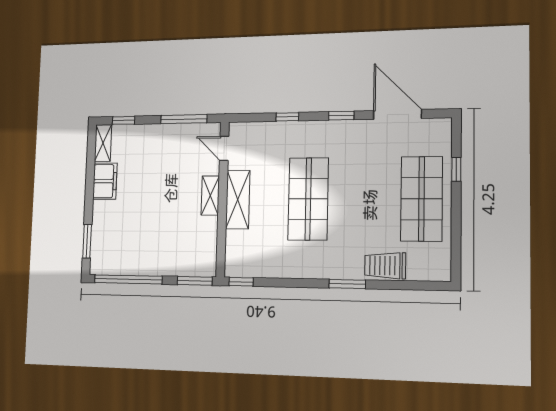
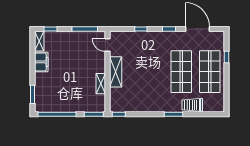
shelving: (210, 196) -> (101, 84), moved
shop shelf: (308, 199) -> (181, 72), moved

